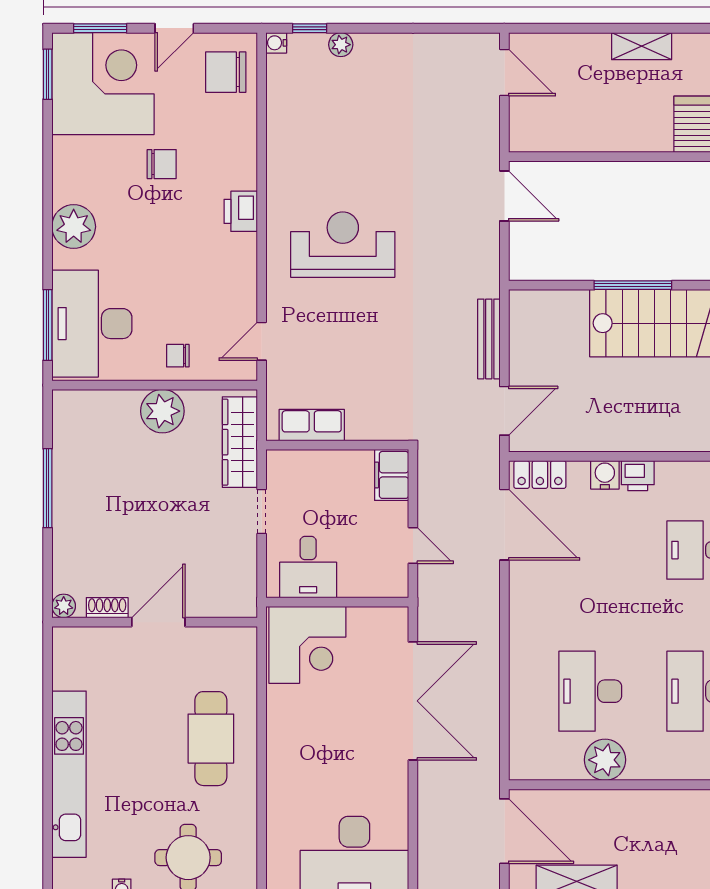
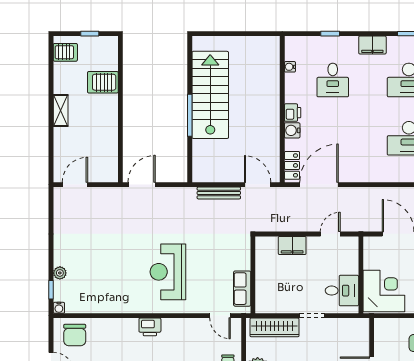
row of seats: (312, 425) -> (242, 289), moved
wall: (337, 445) -> (253, 275), moved

